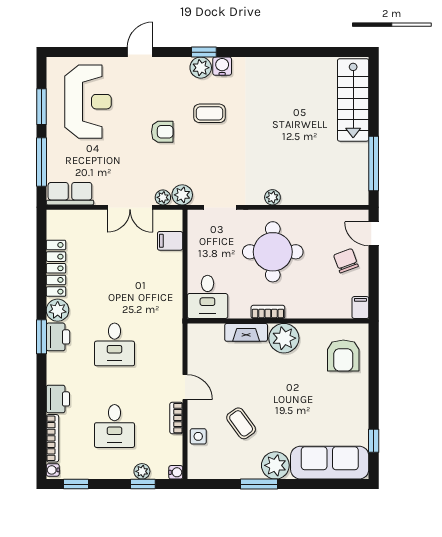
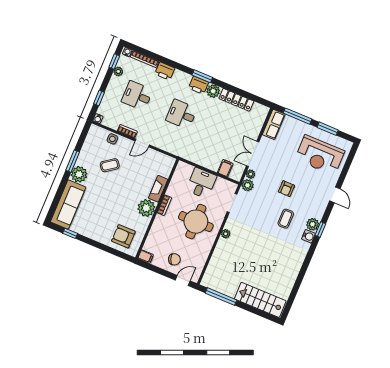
desk: (207, 297) -> (201, 183), moved, turned 90
plant: (142, 471) -> (118, 71), moved

